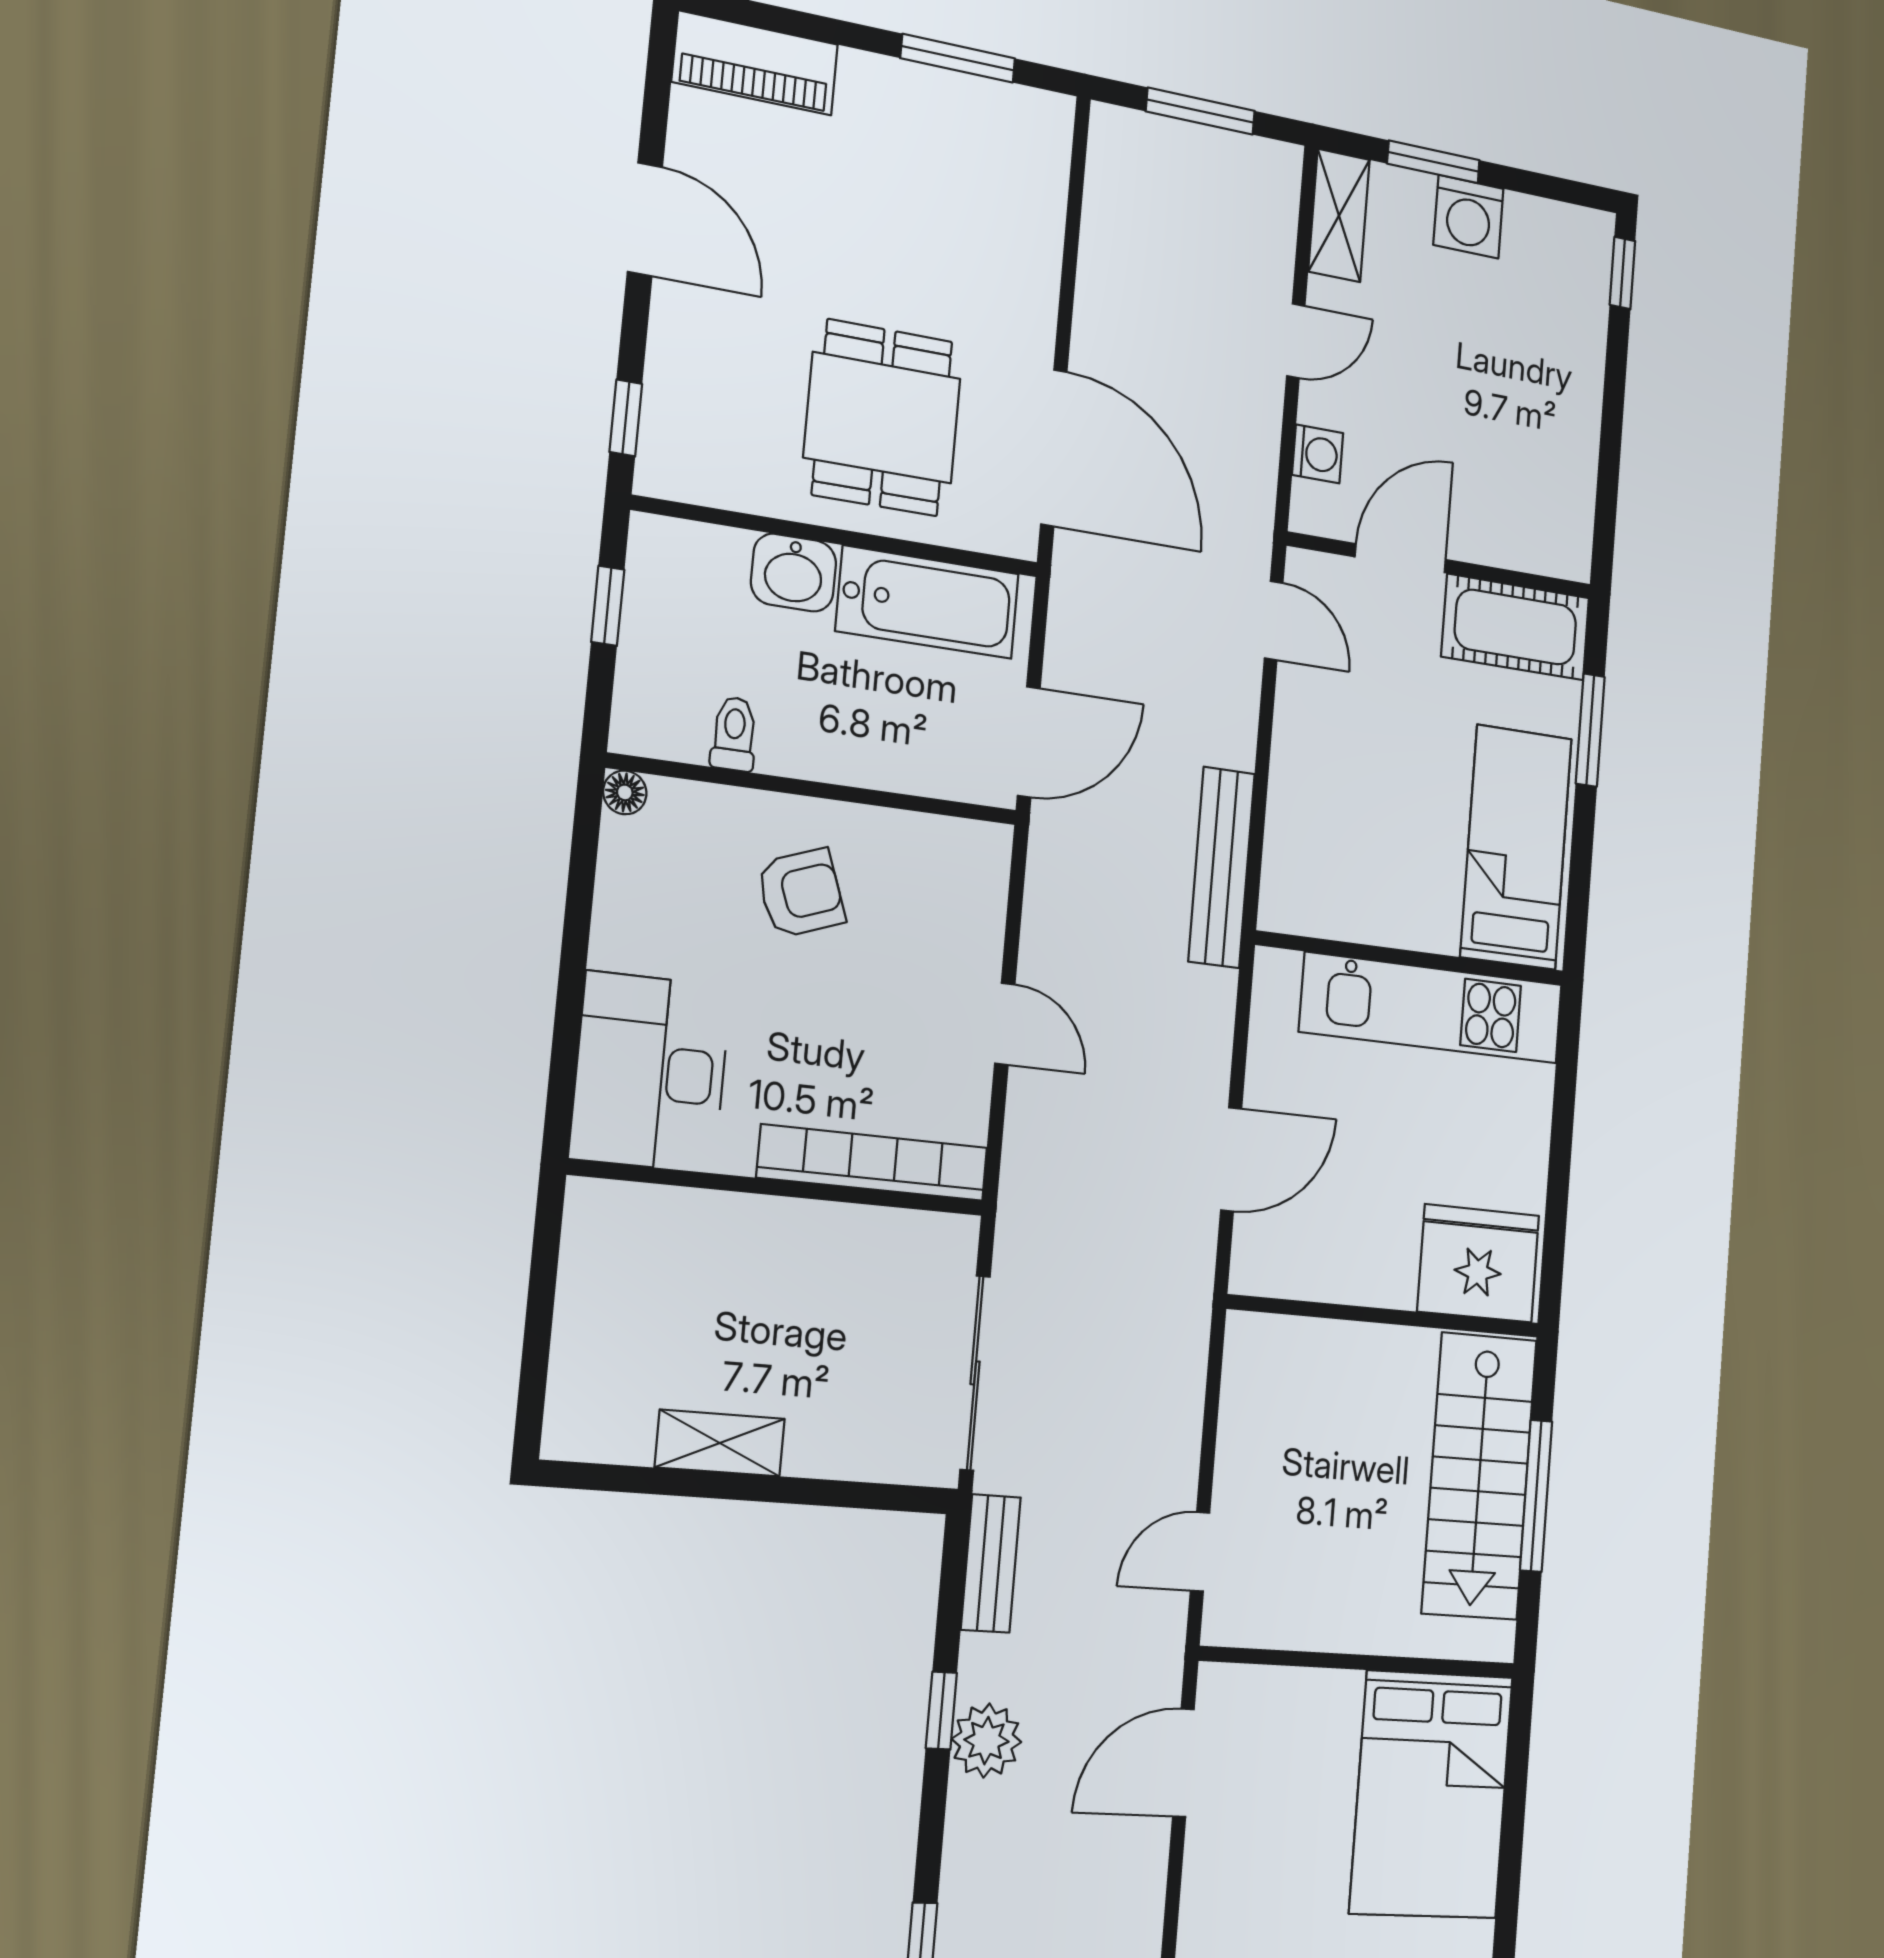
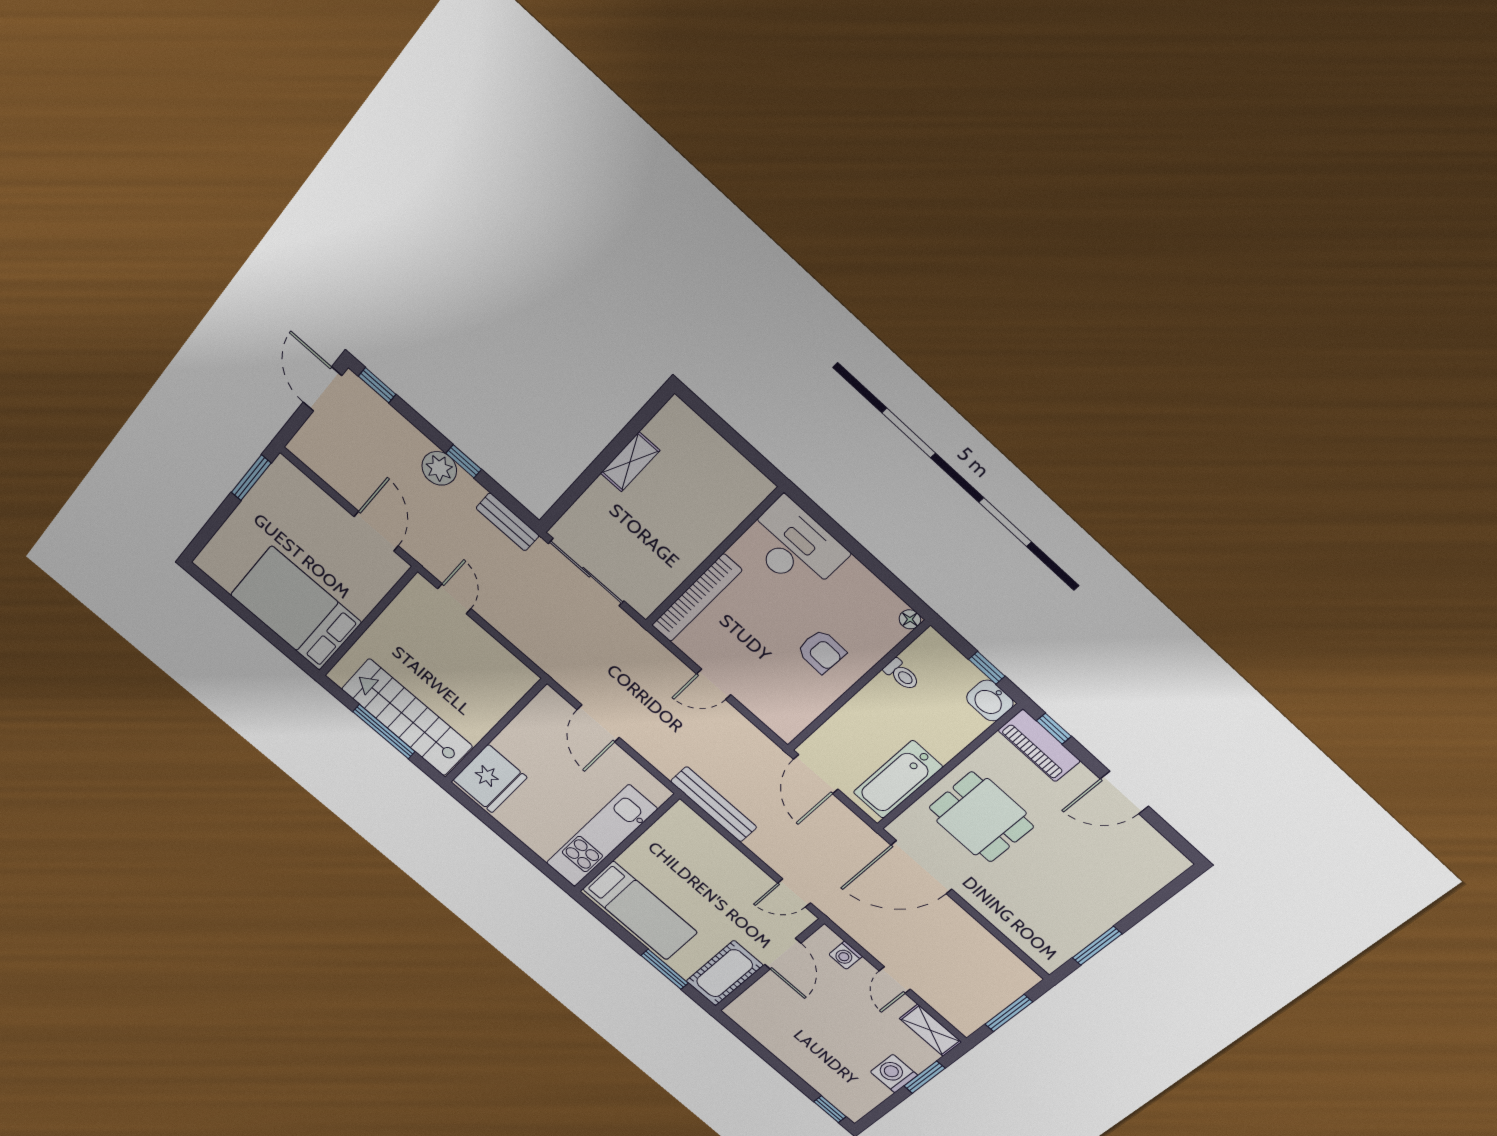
piano: (755, 63) -> (1039, 746), moved, turned -90
washbasin: (794, 573) -> (990, 700), moved, turned -90
armchair: (801, 893) -> (821, 651), turned -68

